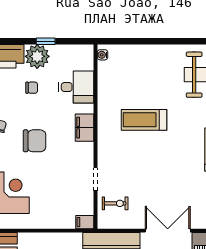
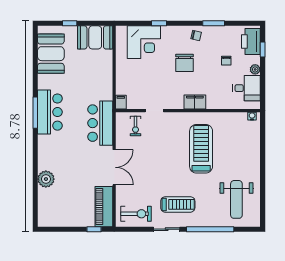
window: (46, 41) -> (263, 49), moved
plant: (37, 56) -> (255, 69), width x0.53, depth x0.53
desk: (76, 87) -> (247, 88), moved, turned -90
treadmill: (144, 120) -> (201, 149), width x1.37, depth x1.38

